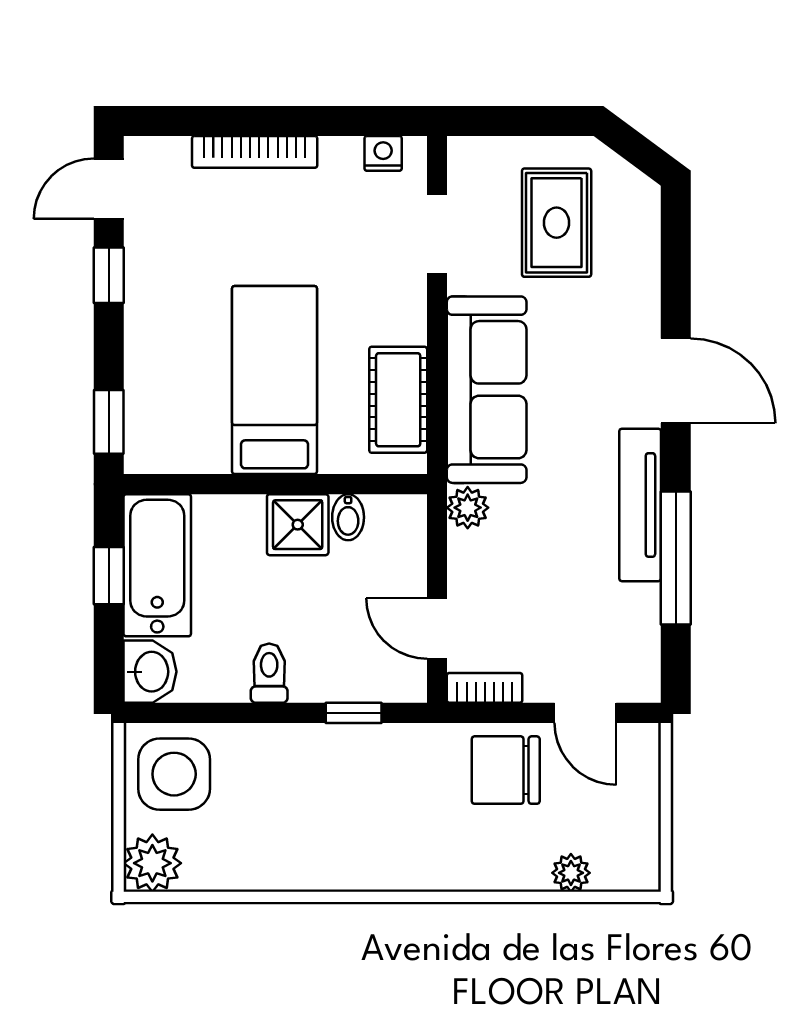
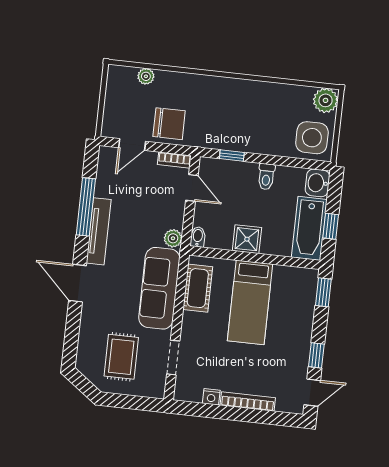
nightstand: (383, 153) -> (211, 397), moved
bidet: (348, 517) -> (198, 237), moved
door: (585, 713) -> (132, 145), swing flipped

